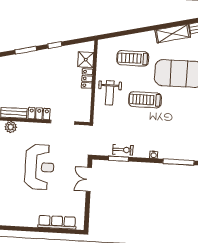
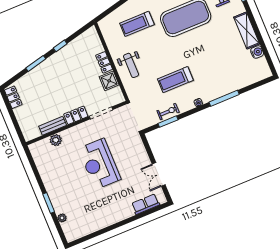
shower: (86, 60) -> (109, 81), moved
treadmill: (145, 100) -> (175, 80), moved
reception desk: (39, 167) -> (100, 164), turned 180
double door: (89, 179) -> (159, 174), moved
row of seats: (57, 222) -> (146, 204), width x0.68

